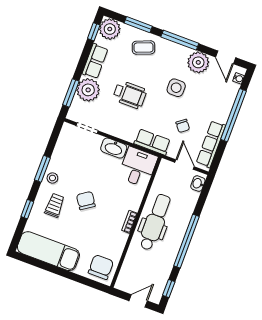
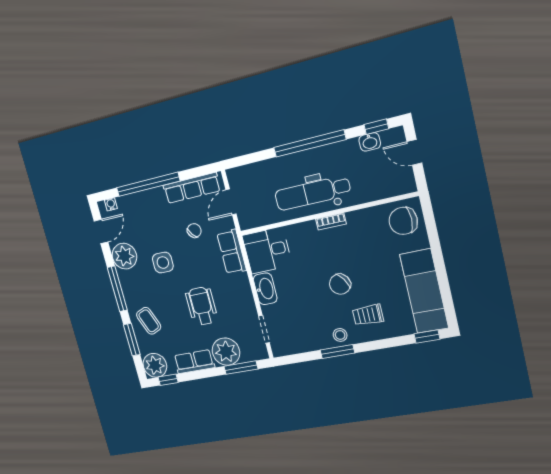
washbasin: (198, 184) -> (370, 142), moved
window: (27, 209) -> (427, 336), moved

